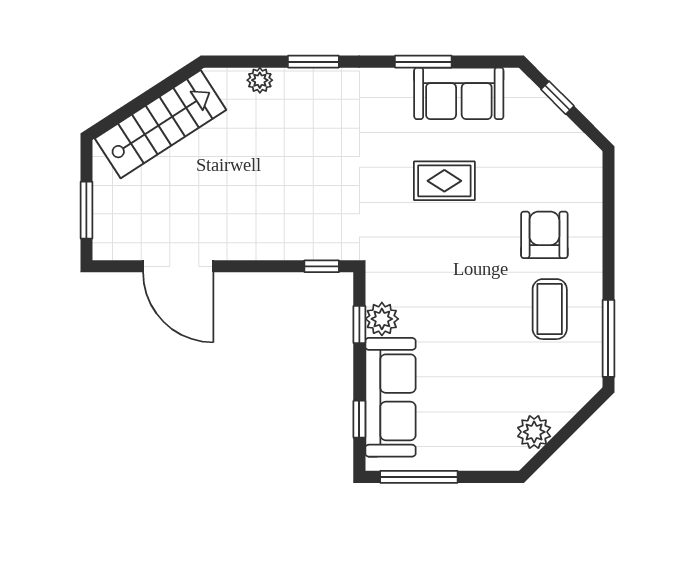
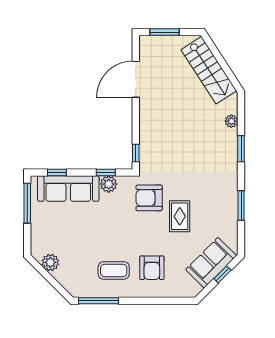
sofa: (459, 93) -> (211, 263), moved, turned 45
armchair: (544, 235) -> (152, 268), turned 90
armchair: (409, 240) -> (149, 198), added

